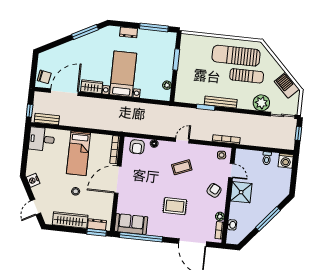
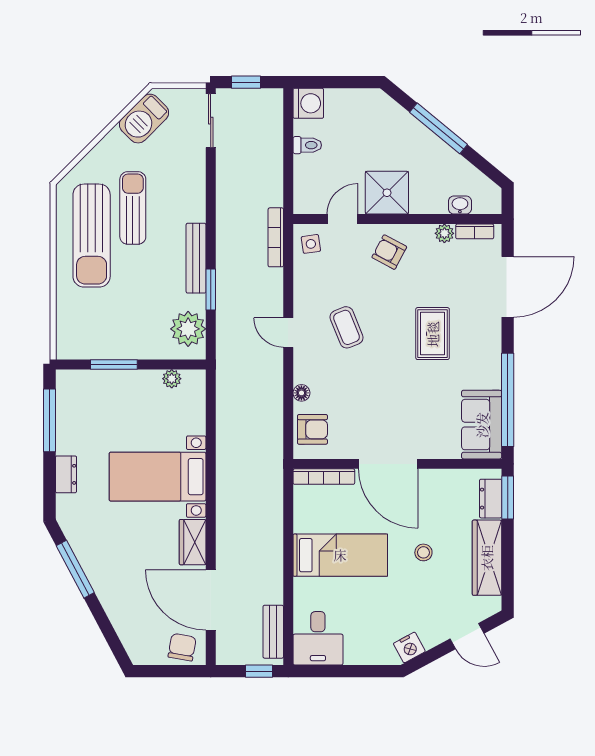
plant: (261, 103) -> (188, 329), moved

